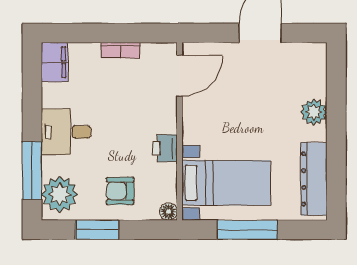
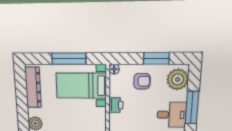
window: (32, 171) -> (192, 108), moved

